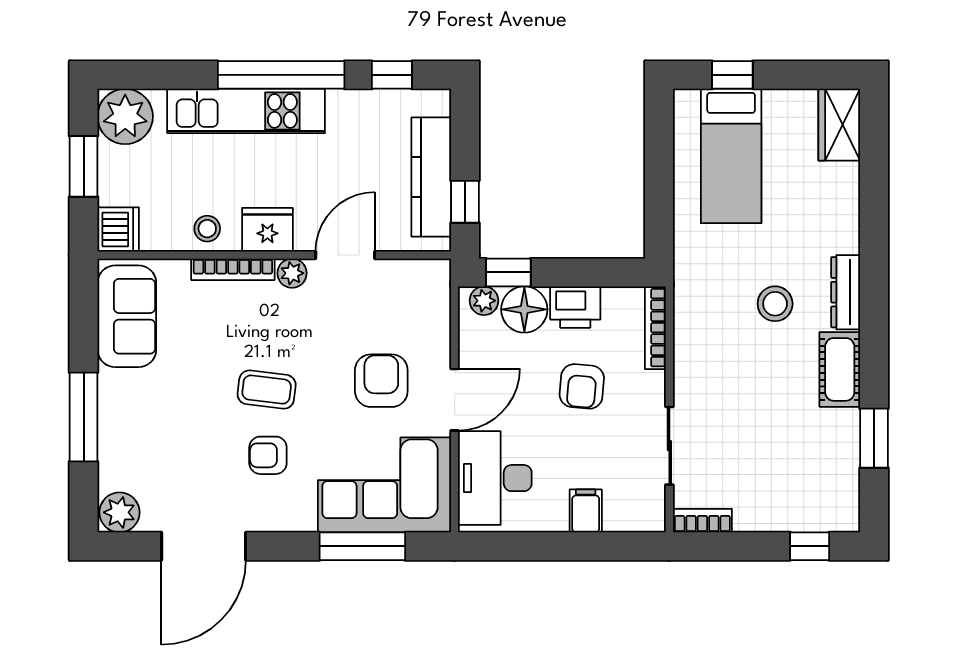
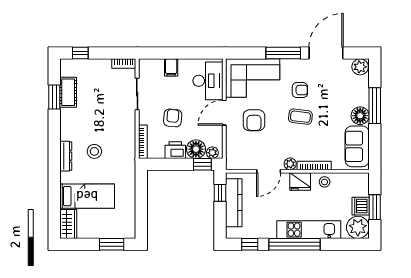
window: (732, 75) -> (112, 244), width x1.50
bed: (731, 156) -> (87, 196), moved, turned 90
dishwasher: (118, 230) -> (361, 206), moved
cot: (840, 369) -> (68, 92), moved
floor lamp: (119, 392) -> (360, 116), added
window: (362, 546) -> (283, 53), moved

